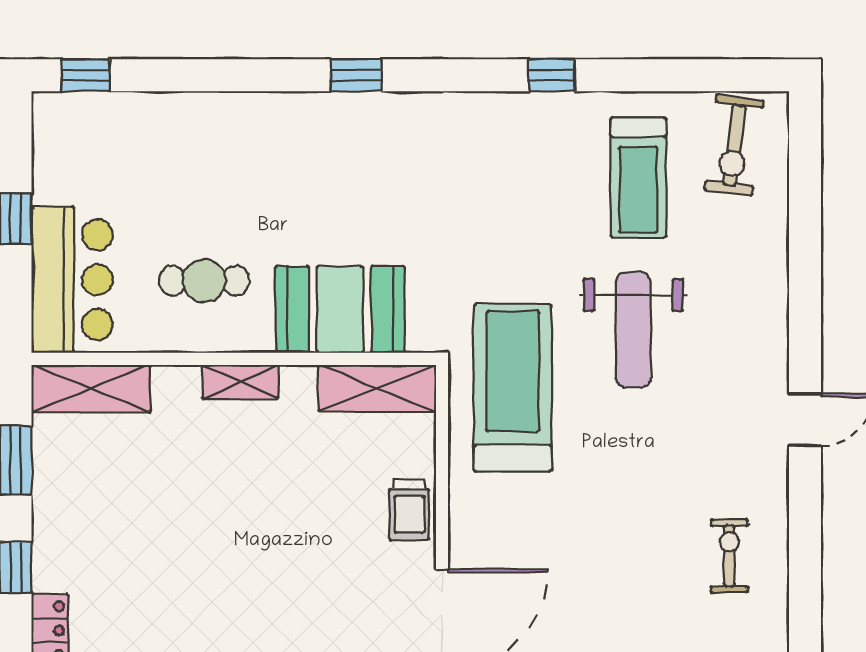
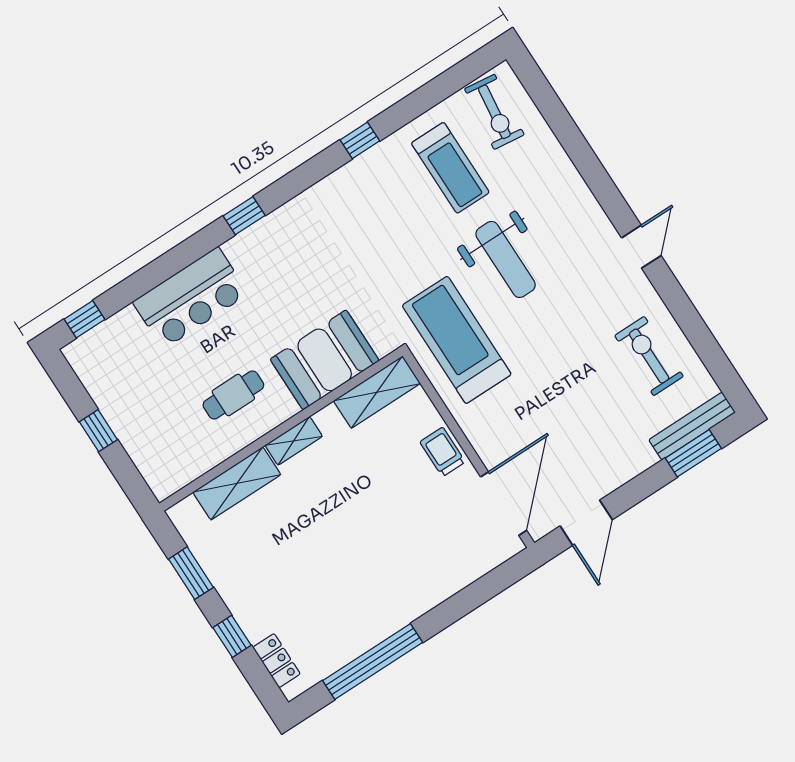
bar counter: (72, 280) -> (191, 298), moved, turned 90
shelving: (91, 389) -> (237, 483), moved
trolley: (409, 510) -> (443, 452), turned 180
exercise bike: (729, 556) -> (649, 356), width x1.38, depth x1.39

